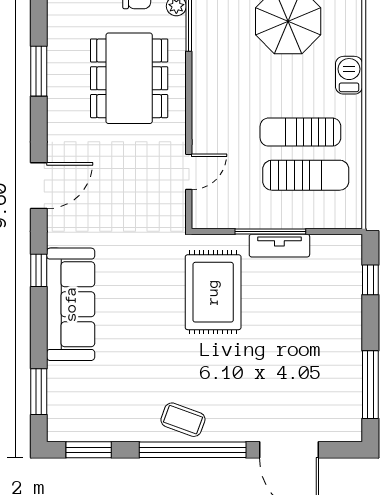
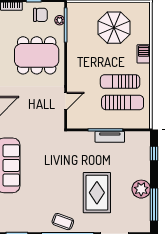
dining table: (129, 78) -> (37, 55), turned 90
rug: (213, 292) -> (97, 193), moved
plant: (344, 353) -> (141, 189), added

